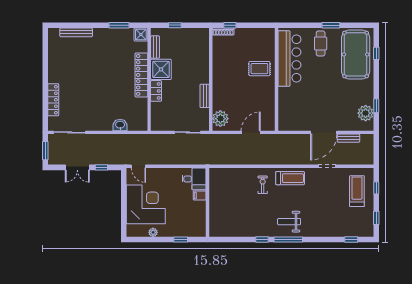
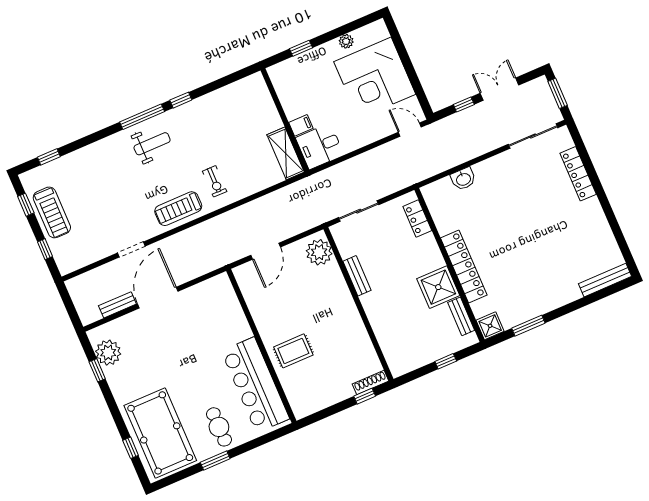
bench: (76, 32) -> (605, 280), moved
locker: (156, 91) -> (417, 218), moved
shelving: (215, 183) -> (286, 153), added
treadmill: (357, 191) -> (52, 212), moved

